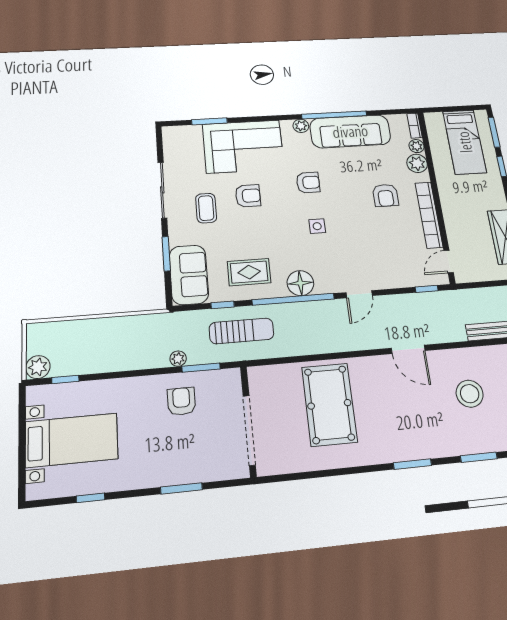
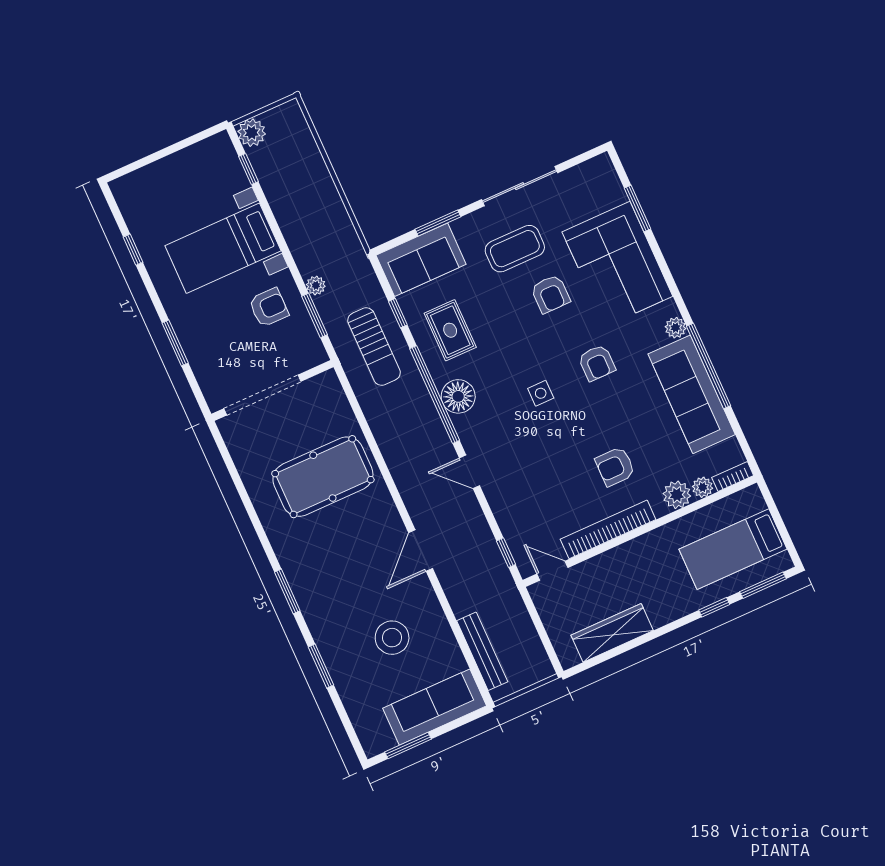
coffee table: (206, 208) -> (515, 249), width x1.36, depth x1.30
bed with nightstands: (72, 440) -> (223, 248), moved, turned 90

